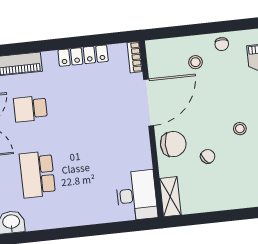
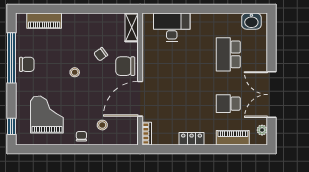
locker: (83, 56) -> (192, 139), width x0.66
school desk: (30, 109) -> (228, 104), turned 180
school desk: (37, 174) -> (228, 54), turned 180
desk: (137, 195) -> (172, 27), moved, turned 90

